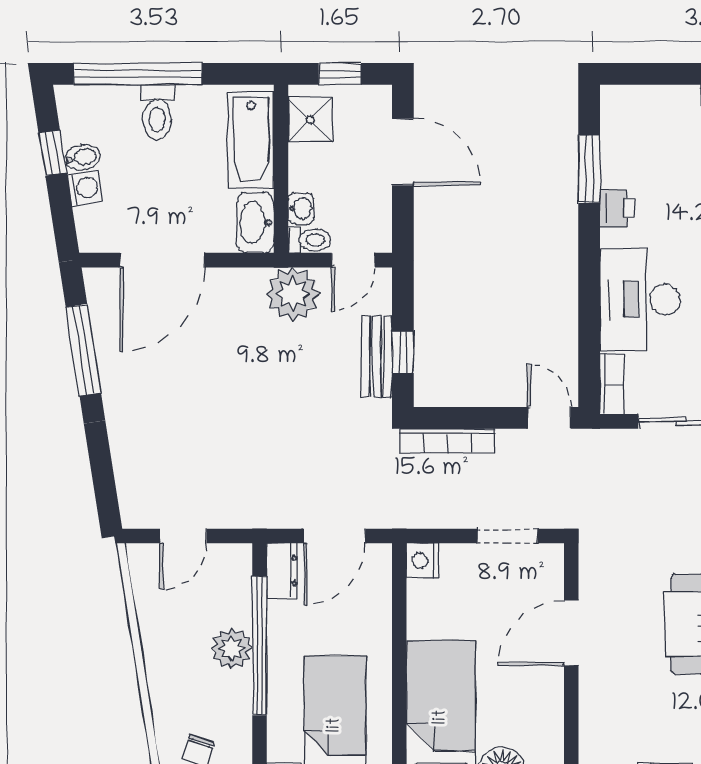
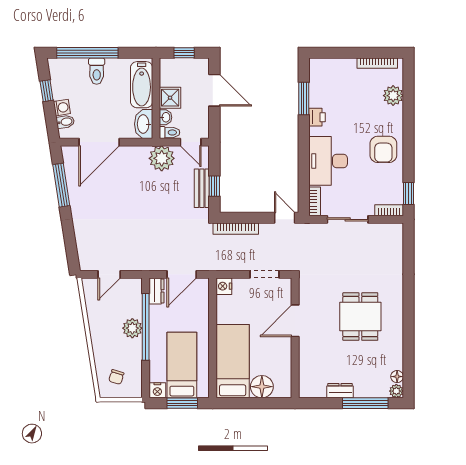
shower: (310, 120) -> (170, 98), moved
bidet: (82, 157) -> (65, 122), moved
door: (353, 260) -> (191, 142), hinge flipped

